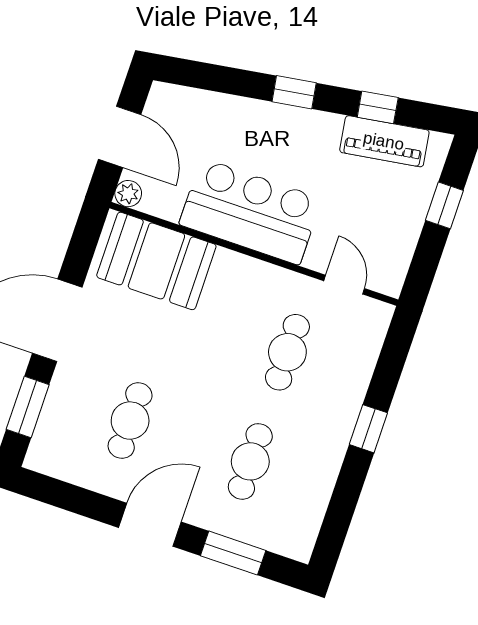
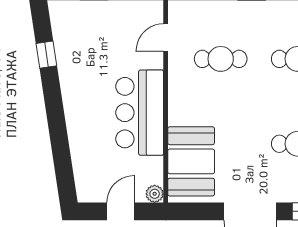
window: (294, 92) -> (55, 111), removed
door: (120, 137) -> (121, 211), width x0.73
piano: (384, 141) -> (66, 43), removed

